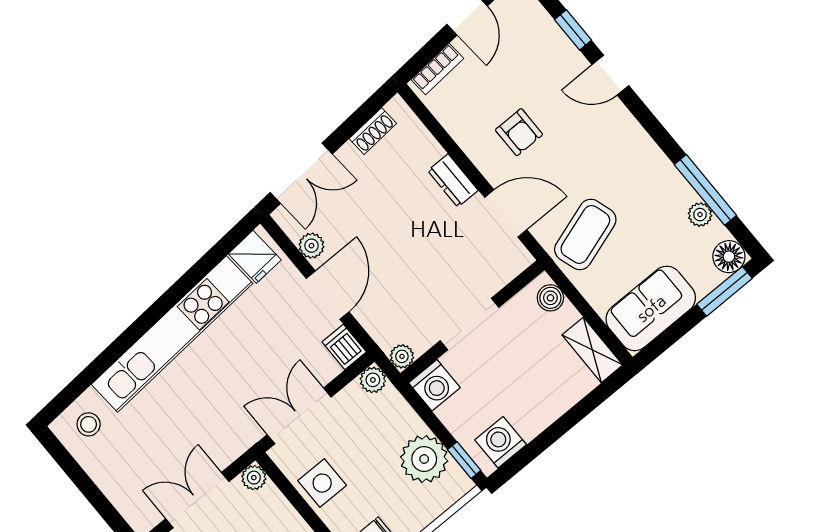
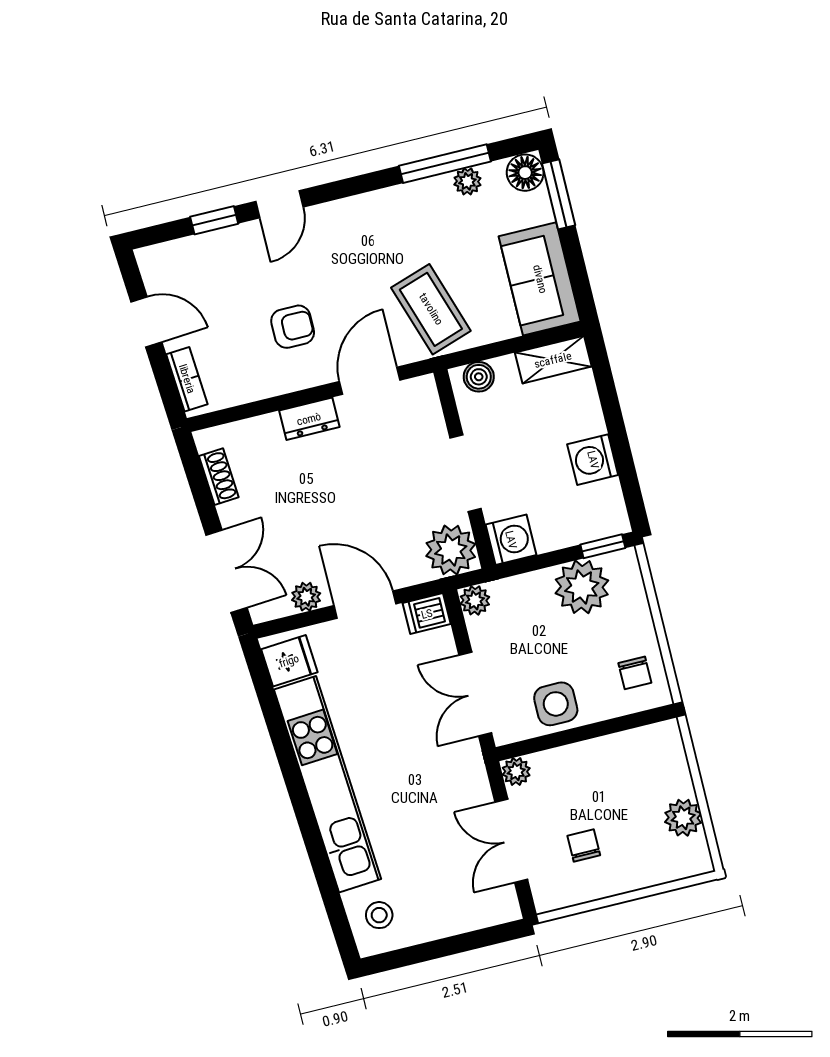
plant: (402, 356) -> (451, 550), width x1.88, depth x1.88
washing machine: (501, 442) -> (593, 460), moved

